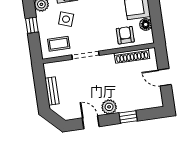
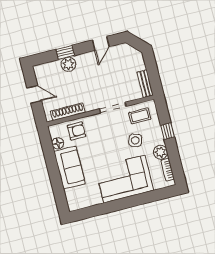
armchair: (125, 35) -> (76, 131), turned -90
bench: (52, 91) -> (145, 84), moved
plant: (109, 107) -> (68, 64), moved
door: (91, 122) -> (101, 43), hinge flipped

